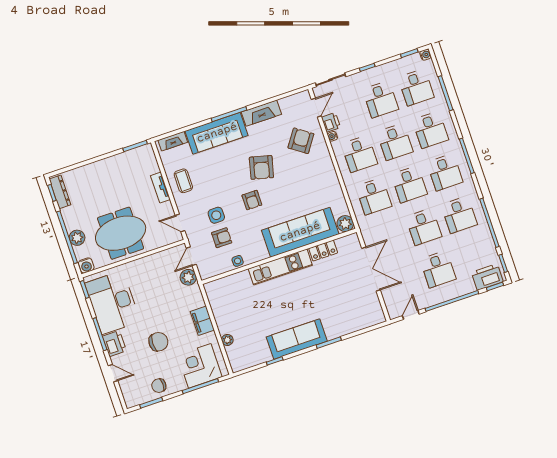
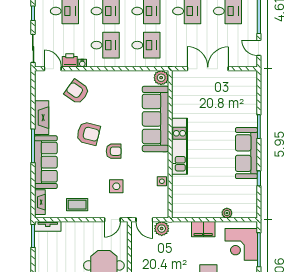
tv unit: (160, 188) -> (48, 226), moved
armchair: (222, 238) -> (137, 188), removed
locker: (323, 251) -> (178, 105), removed

